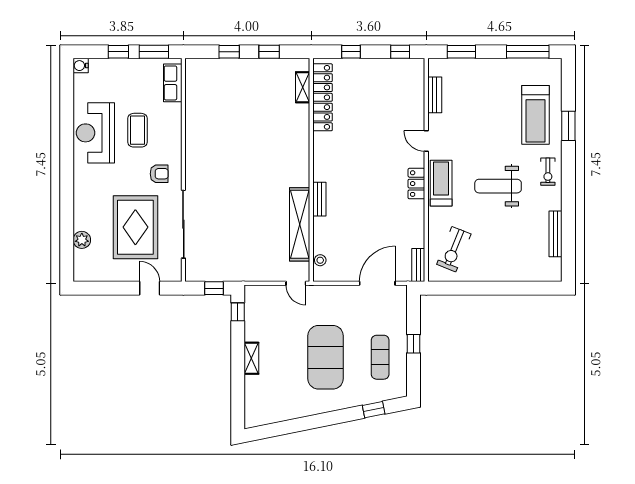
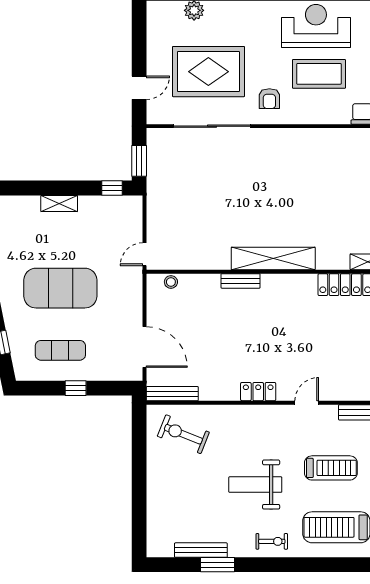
window: (568, 126) -> (218, 565), moved
coffee table: (137, 130) -> (319, 74), width x1.36, depth x1.32
exercise bike: (548, 172) -> (272, 541), turned 180
treadmill: (441, 183) -> (331, 468), moved
weight bench: (498, 186) -> (255, 485), turned -90
shelving: (300, 224) -> (273, 258), moved
bench: (418, 265) -> (172, 394), width x1.36
window: (214, 288) -> (139, 161), width x1.50

